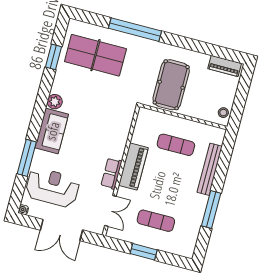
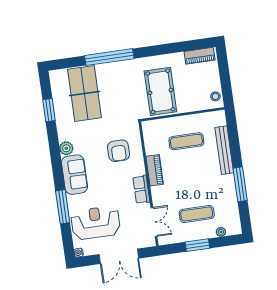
table tennis table: (95, 55) -> (85, 93), turned 90
armchair: (105, 126) -> (119, 151), added
piano: (133, 166) -> (155, 170), width x0.73, depth x0.75
plant: (172, 248) -> (221, 232), added

